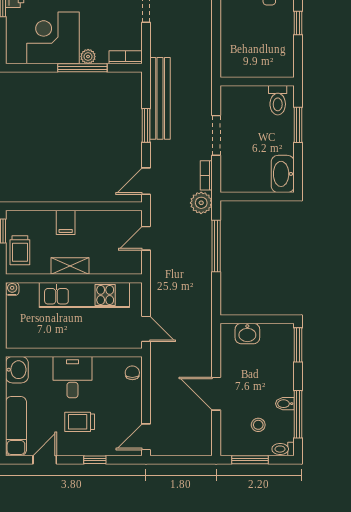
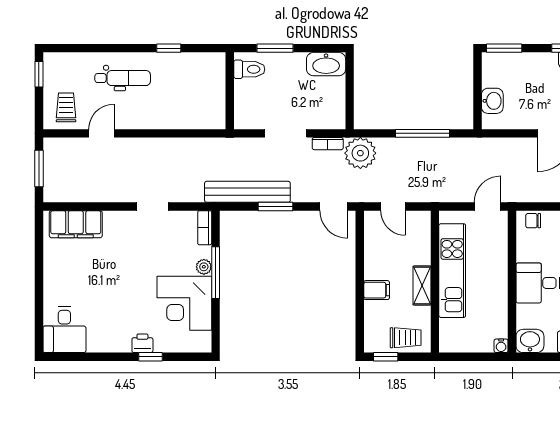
plant: (201, 203) -> (360, 153), width x1.36, depth x1.36
window: (216, 246) -> (423, 133), moved
water cooler: (12, 289) -> (501, 346), moved, turned -90

